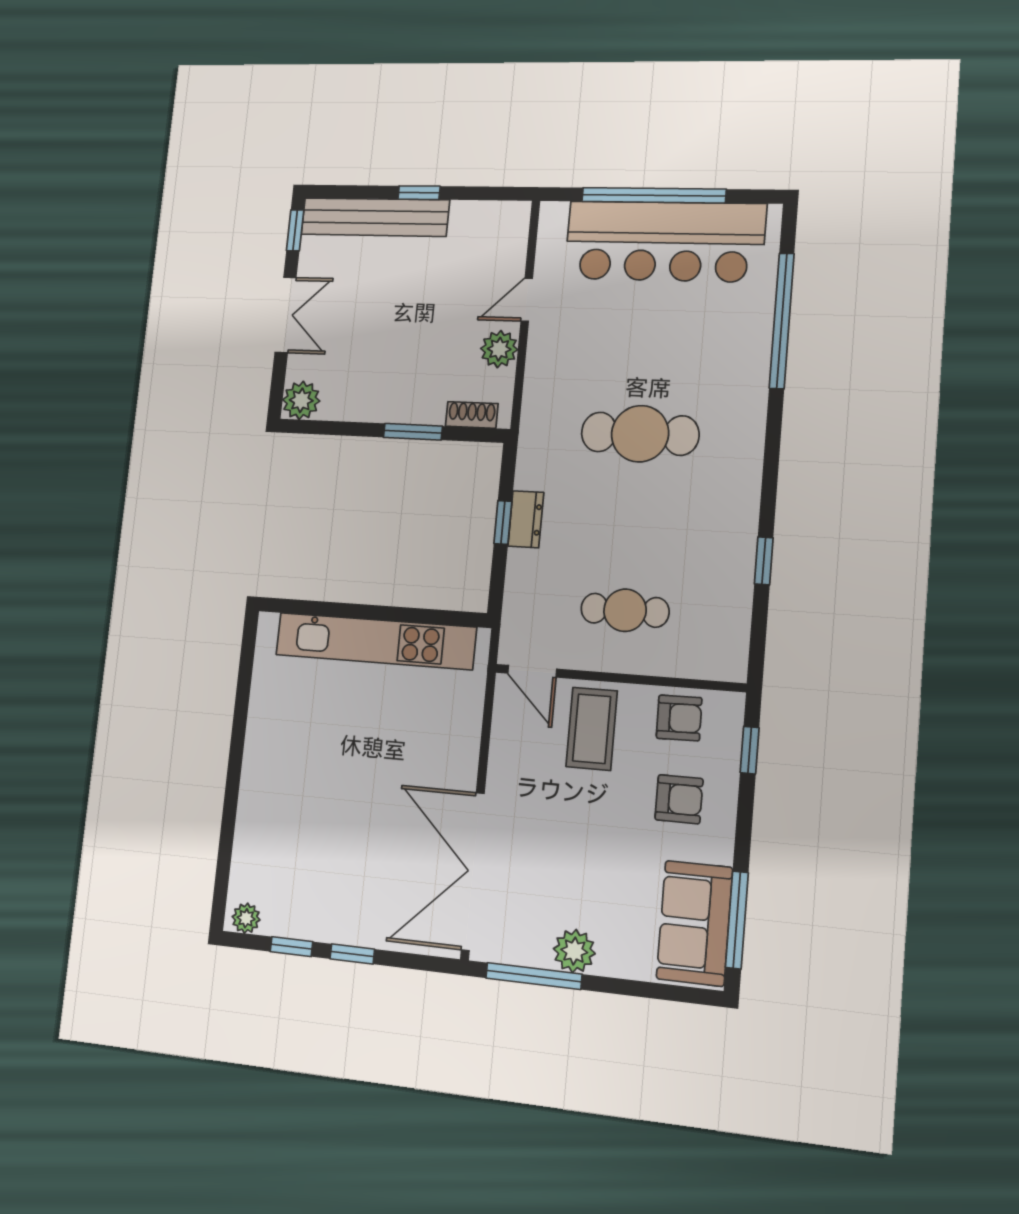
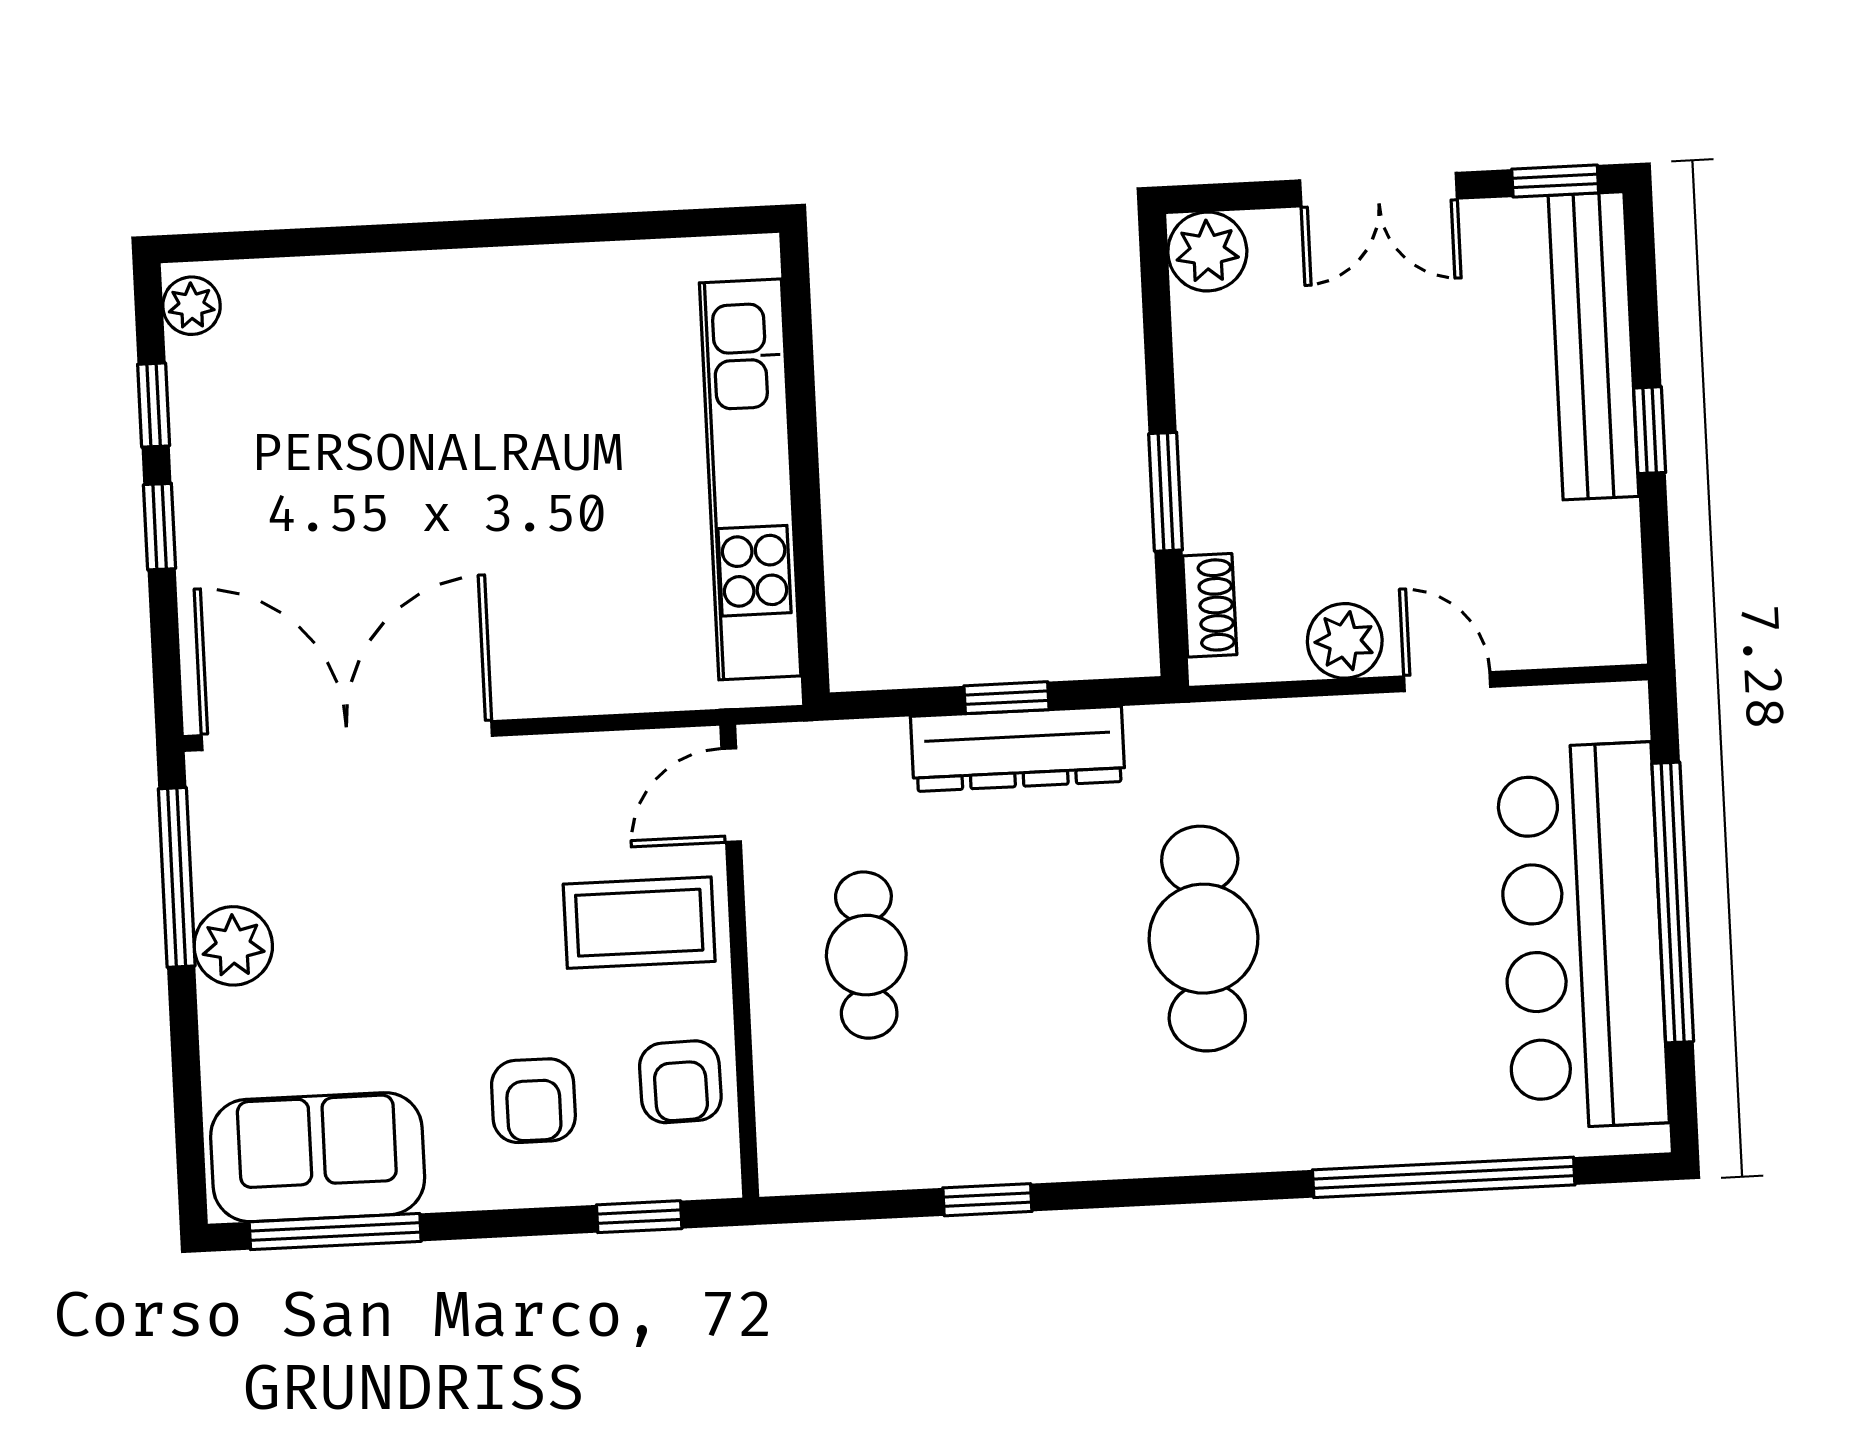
dresser: (526, 519) -> (1018, 749), width x1.96, depth x1.24

